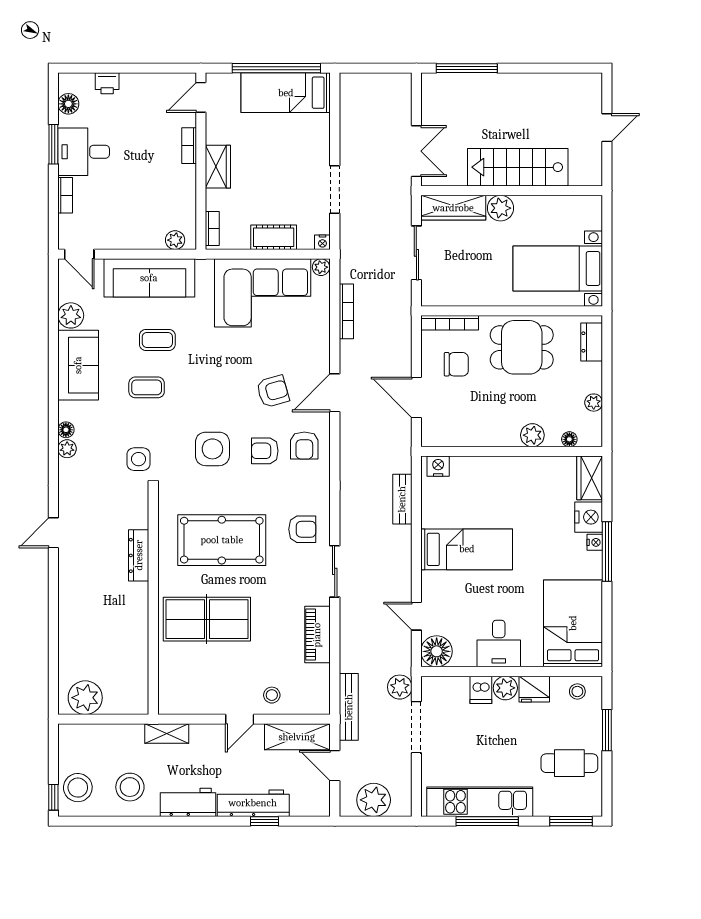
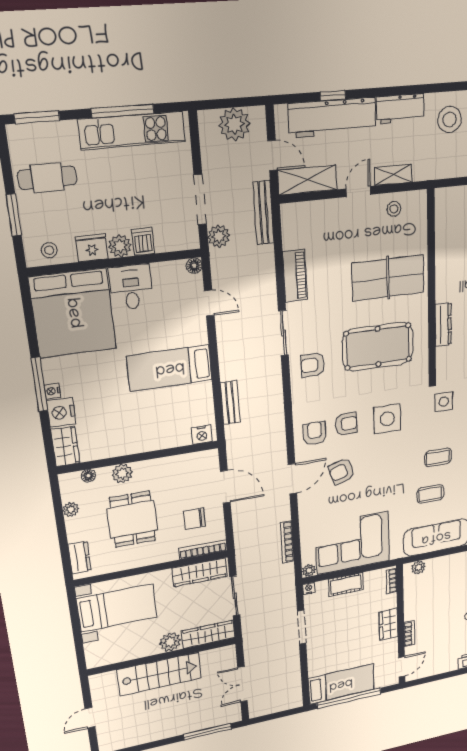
double door: (416, 151) -> (243, 684), moved
wardrobe: (456, 294) -> (200, 572), added
dining table: (522, 347) -> (132, 519), moved, turned 90
bed: (573, 623) -> (73, 313), width x1.36
floor lamp: (437, 651) -> (194, 266), width x0.53, depth x0.53
stool: (272, 695) -> (394, 209), moved
shelving: (167, 734) -> (393, 175), moved
workbench: (253, 803) -> (332, 118), width x1.36, depth x1.32

